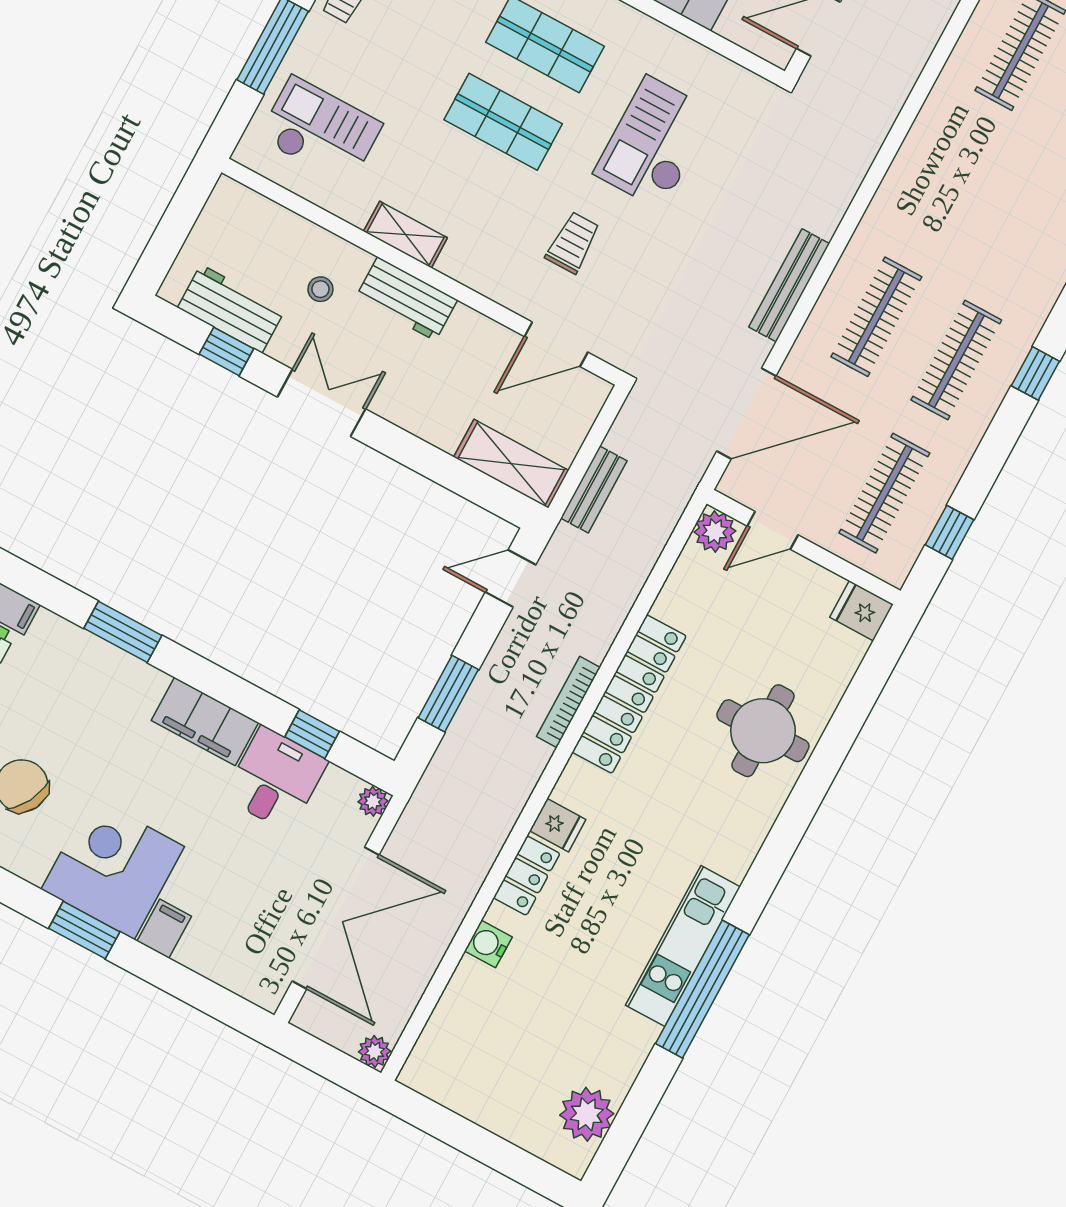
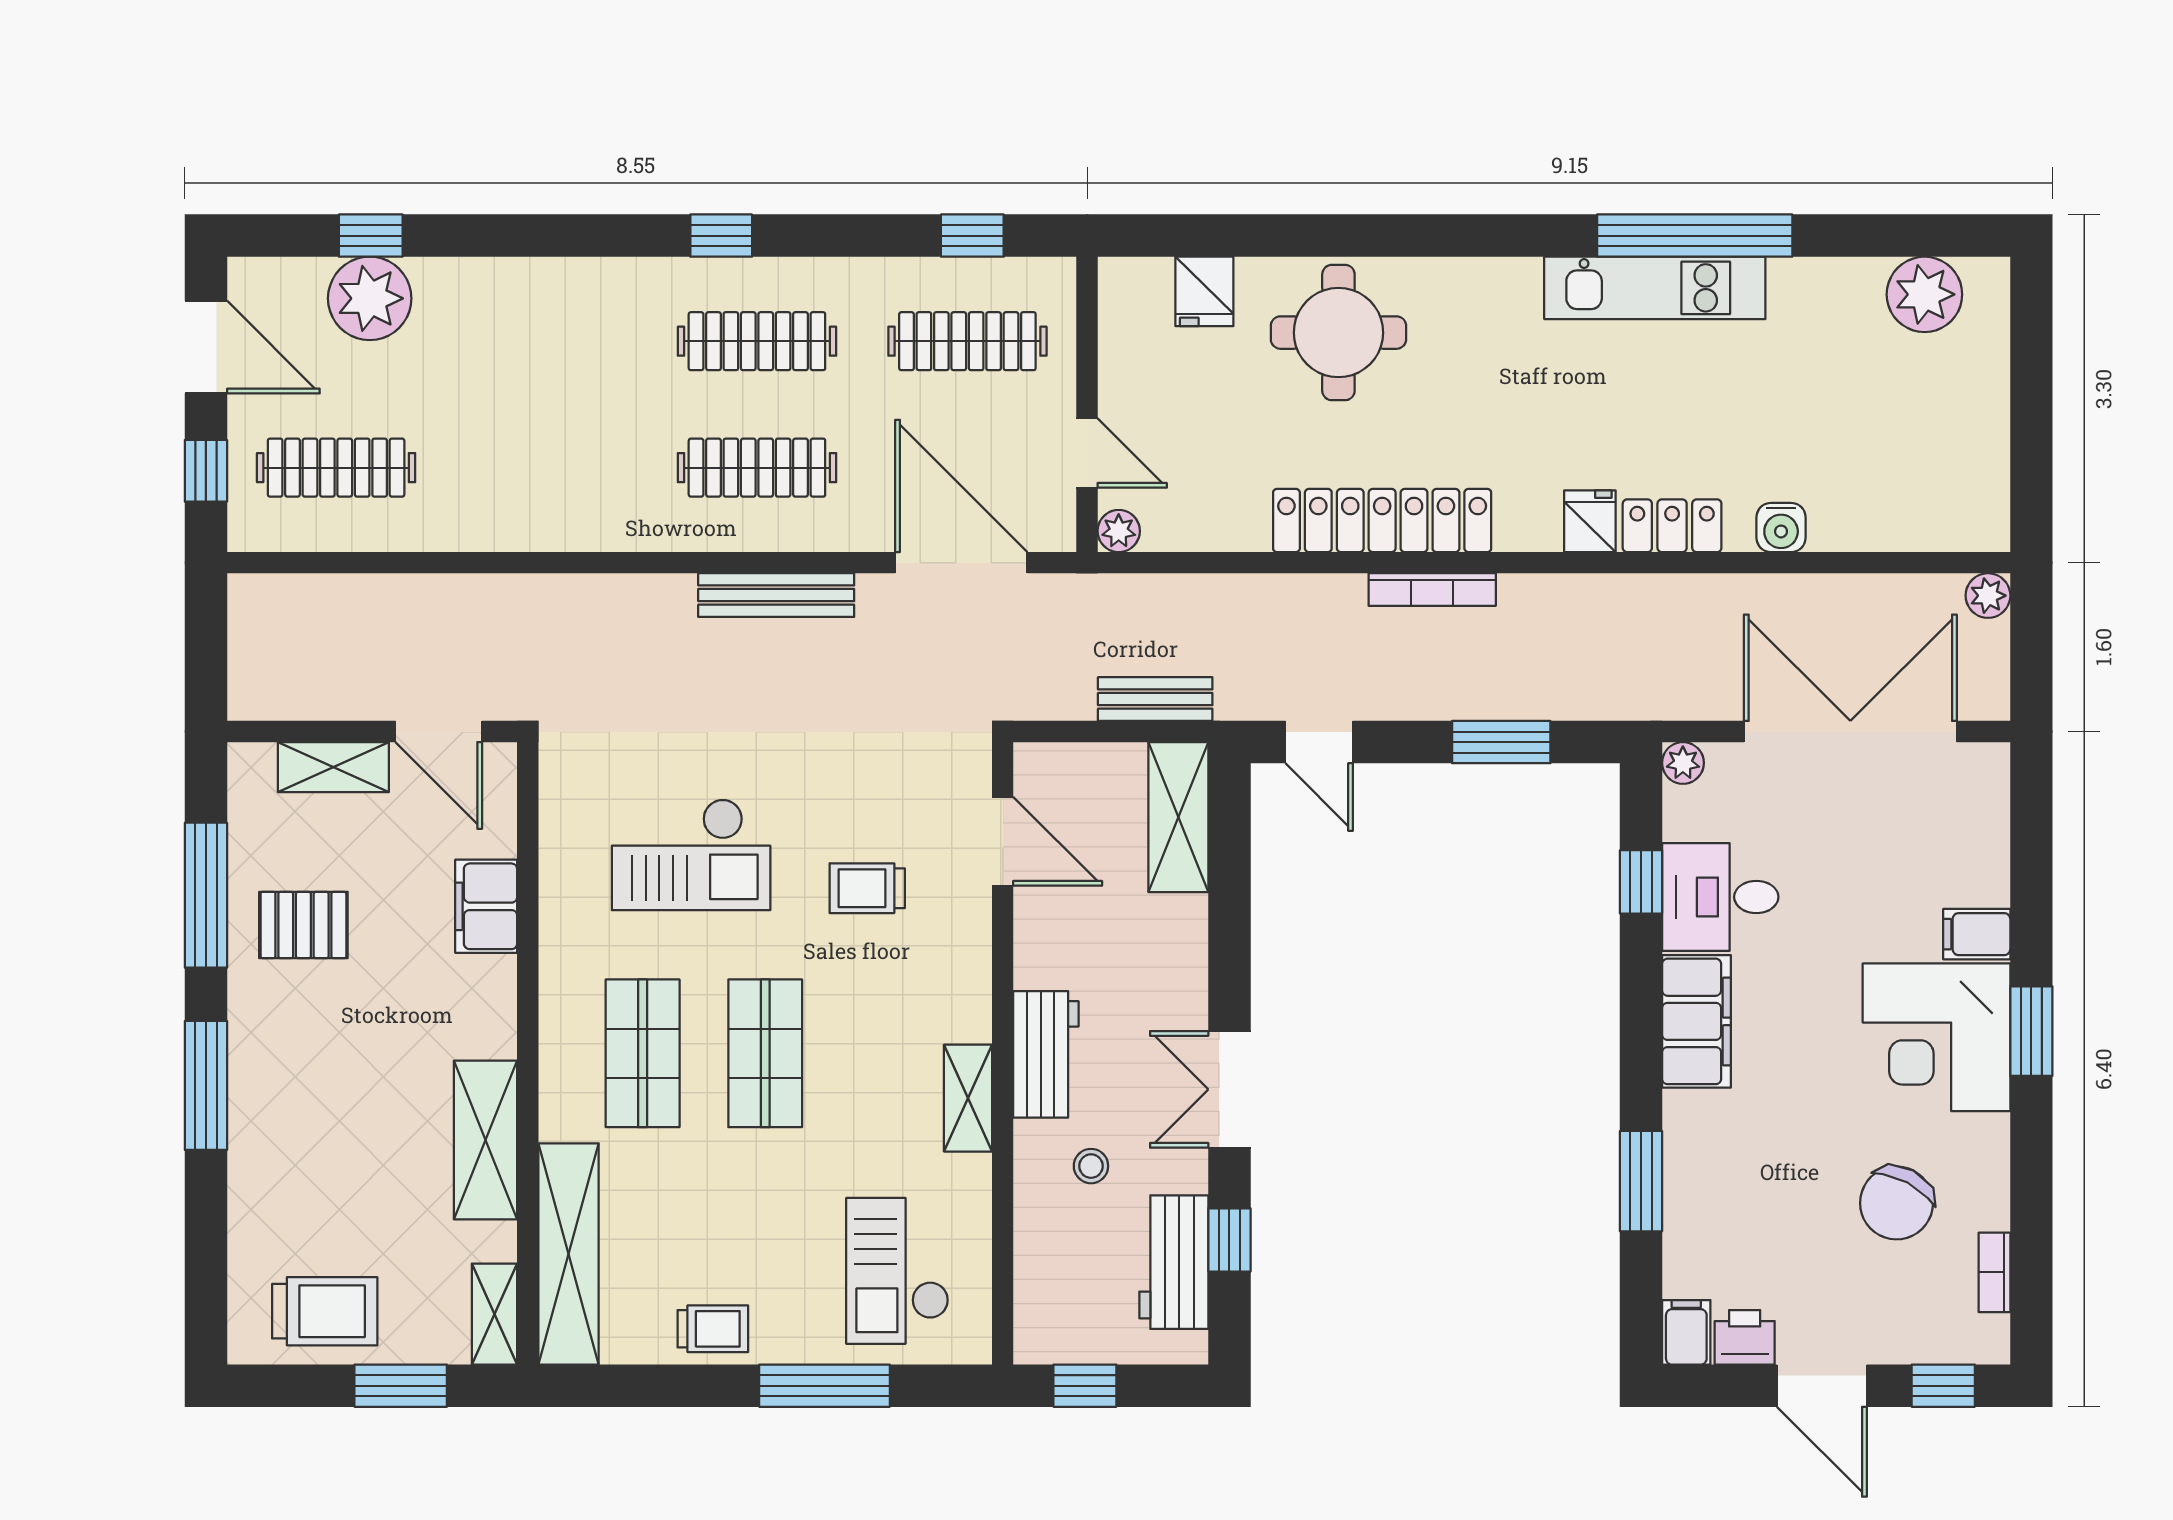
window: (184, 210) -> (1085, 1386), added
plant: (715, 532) -> (1119, 531), width x0.73, depth x0.73
fridge: (861, 611) -> (1204, 291), moved

